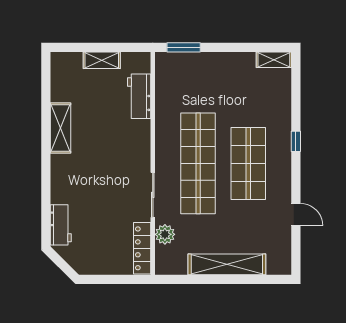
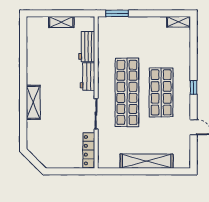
shelving: (60, 128) -> (33, 102), moved
window: (296, 141) -> (194, 87), moved
workbench: (61, 225) -> (88, 77), moved, turned 180
plant: (165, 234) -> (104, 141), removed

